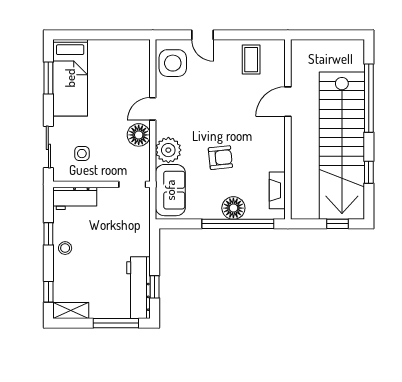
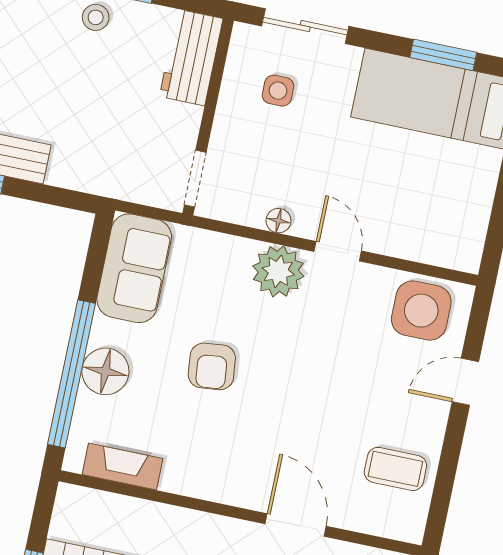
floor lamp: (139, 135) -> (278, 221), width x0.53, depth x0.53
plant: (168, 150) -> (278, 271), moved
sofa: (170, 190) -> (134, 268), moved, turned -90

